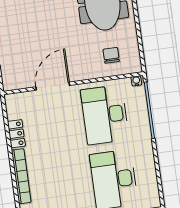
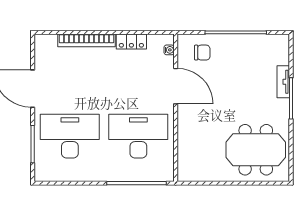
chair: (111, 55) -> (202, 53), moved
water cooler: (136, 81) -> (169, 50), moved

